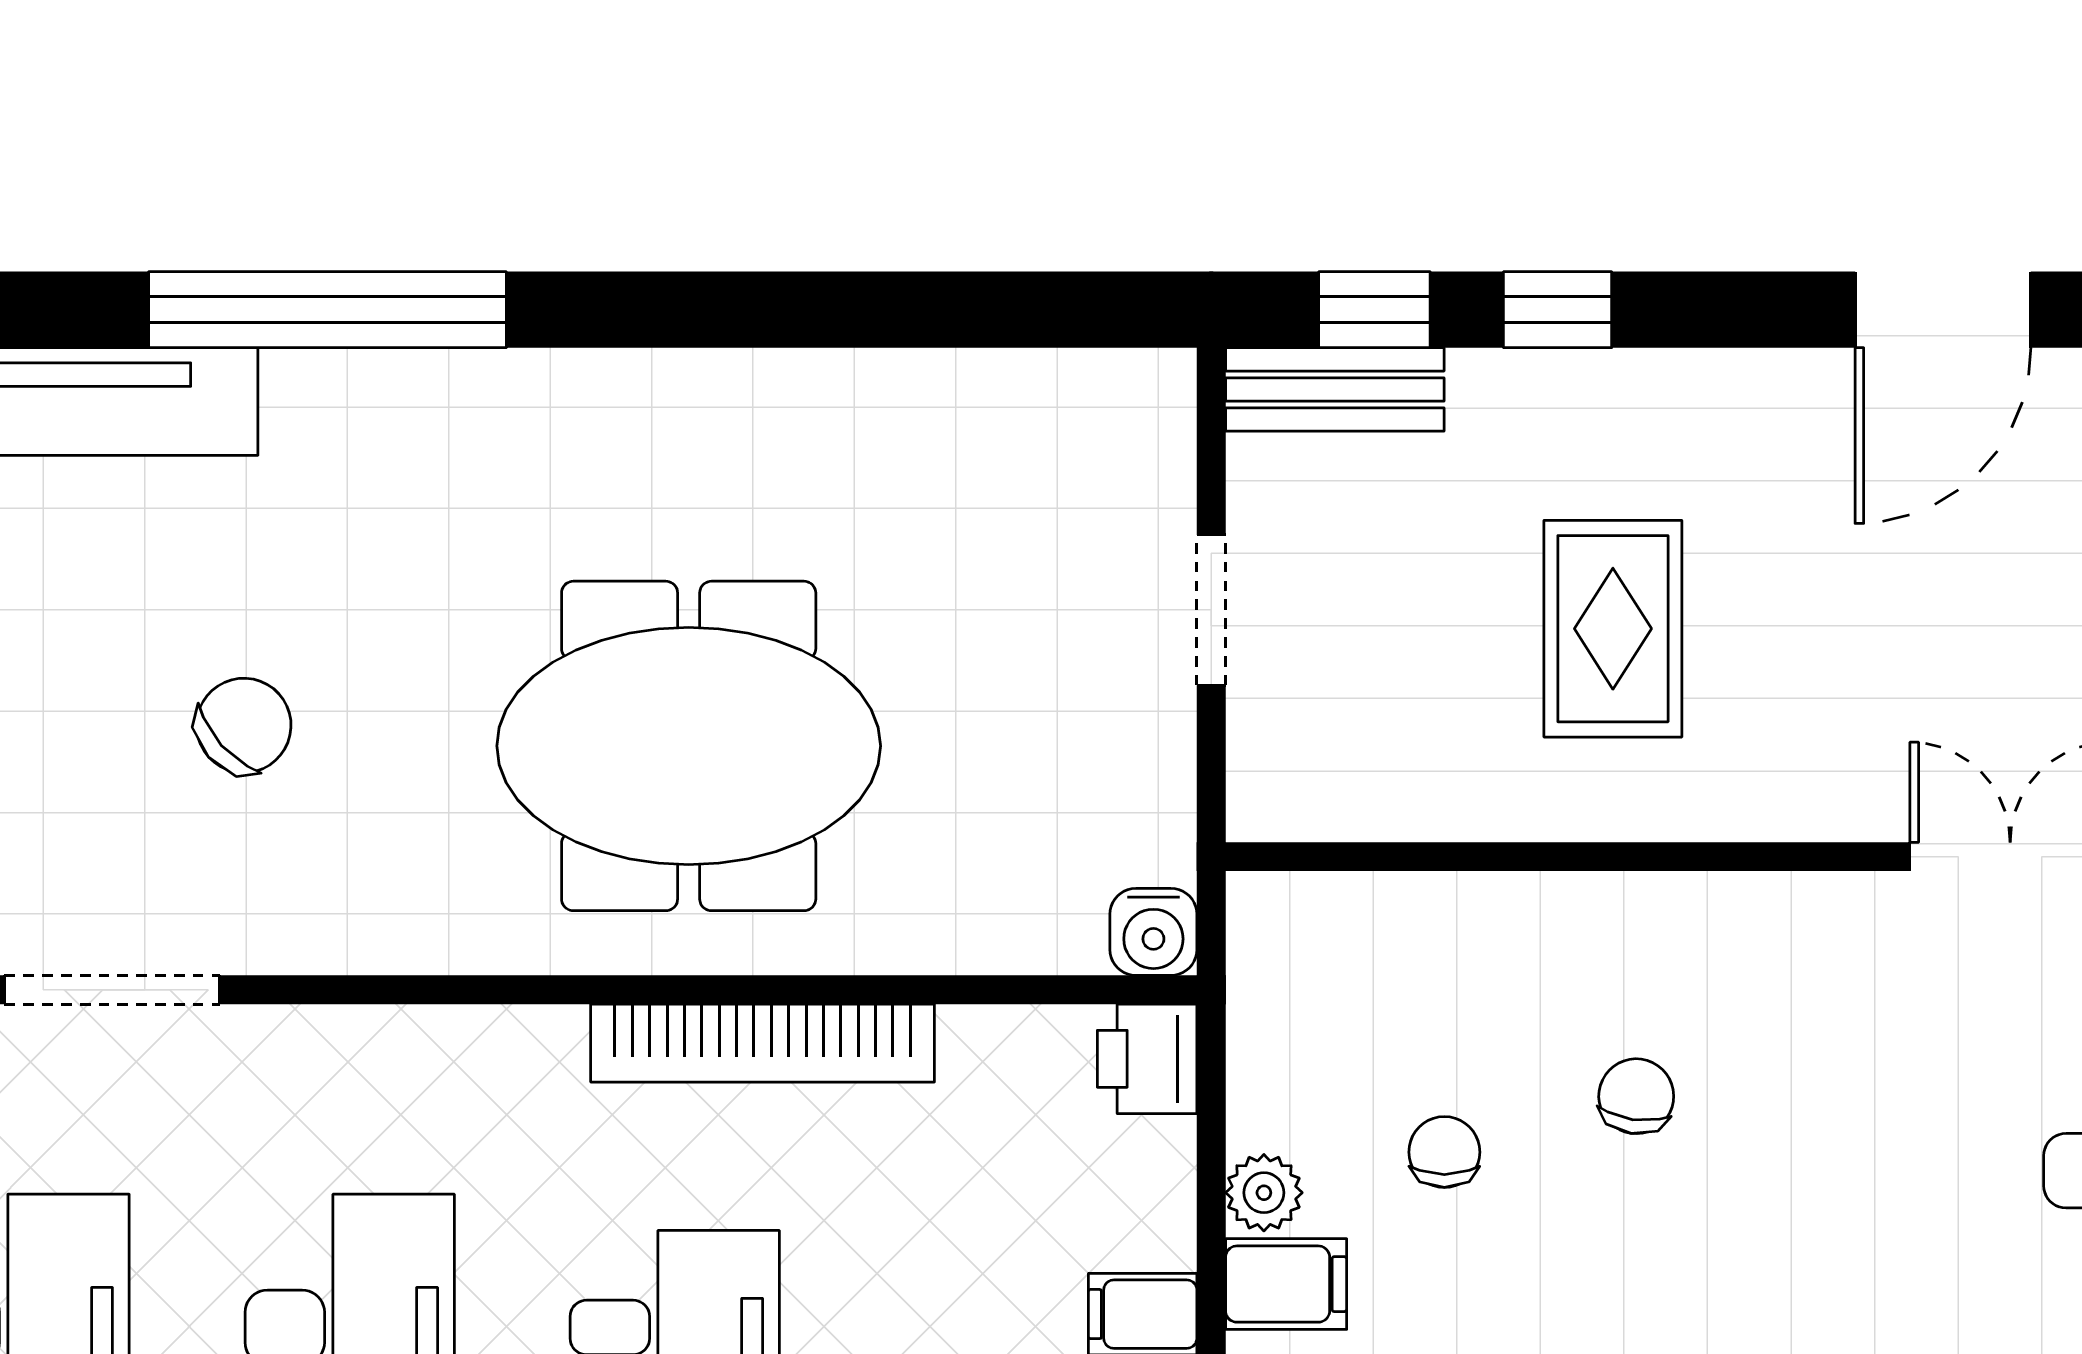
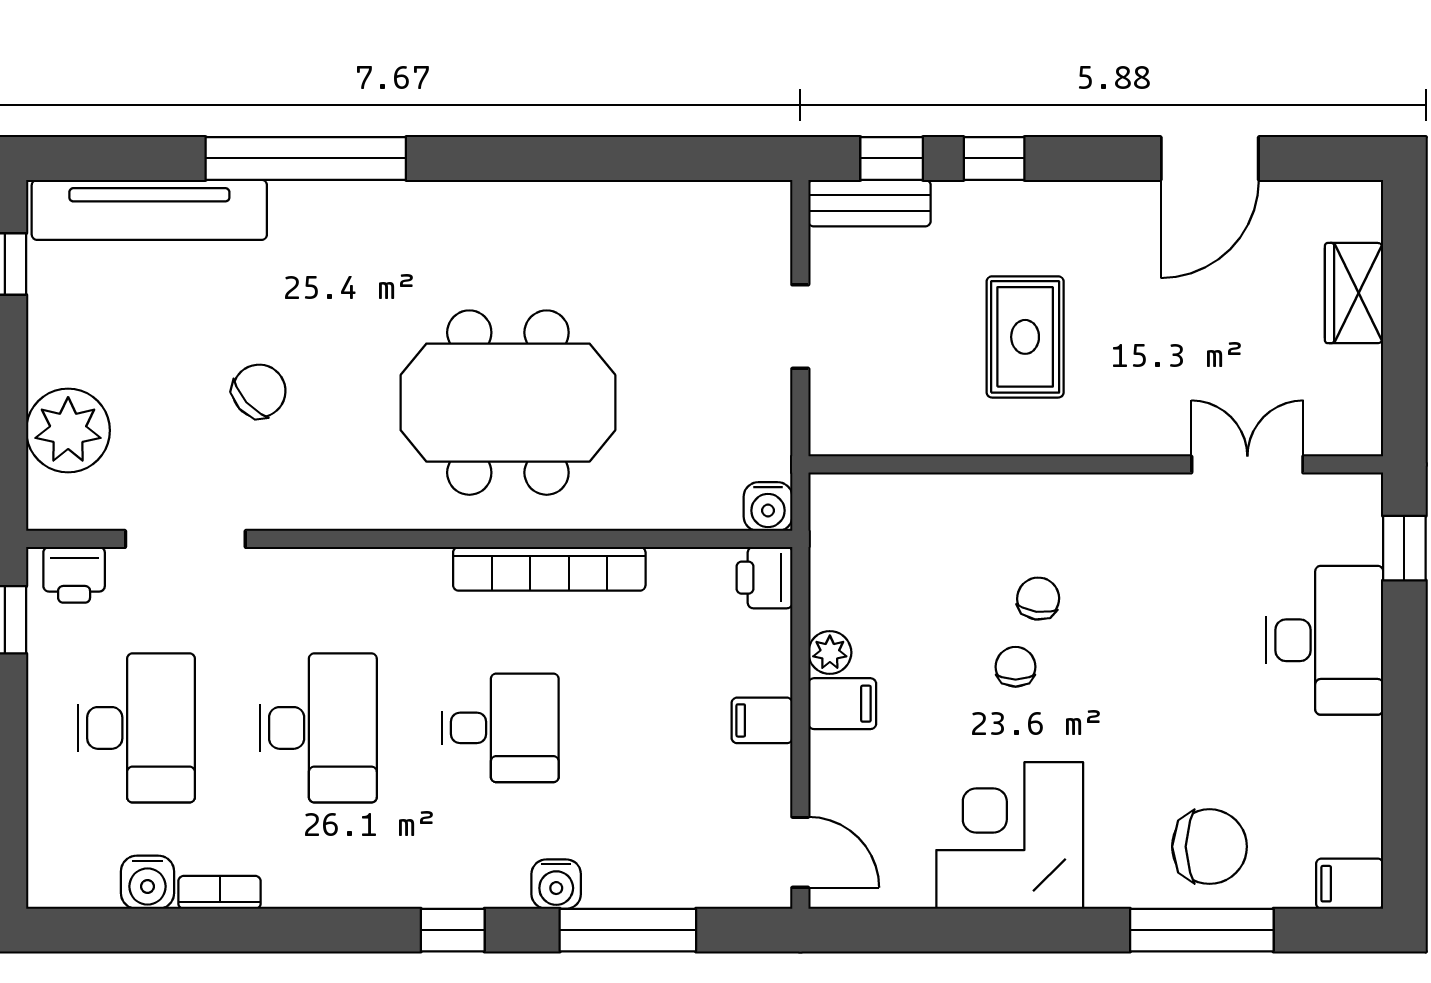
chair: (1444, 1152) -> (1016, 667), moved

